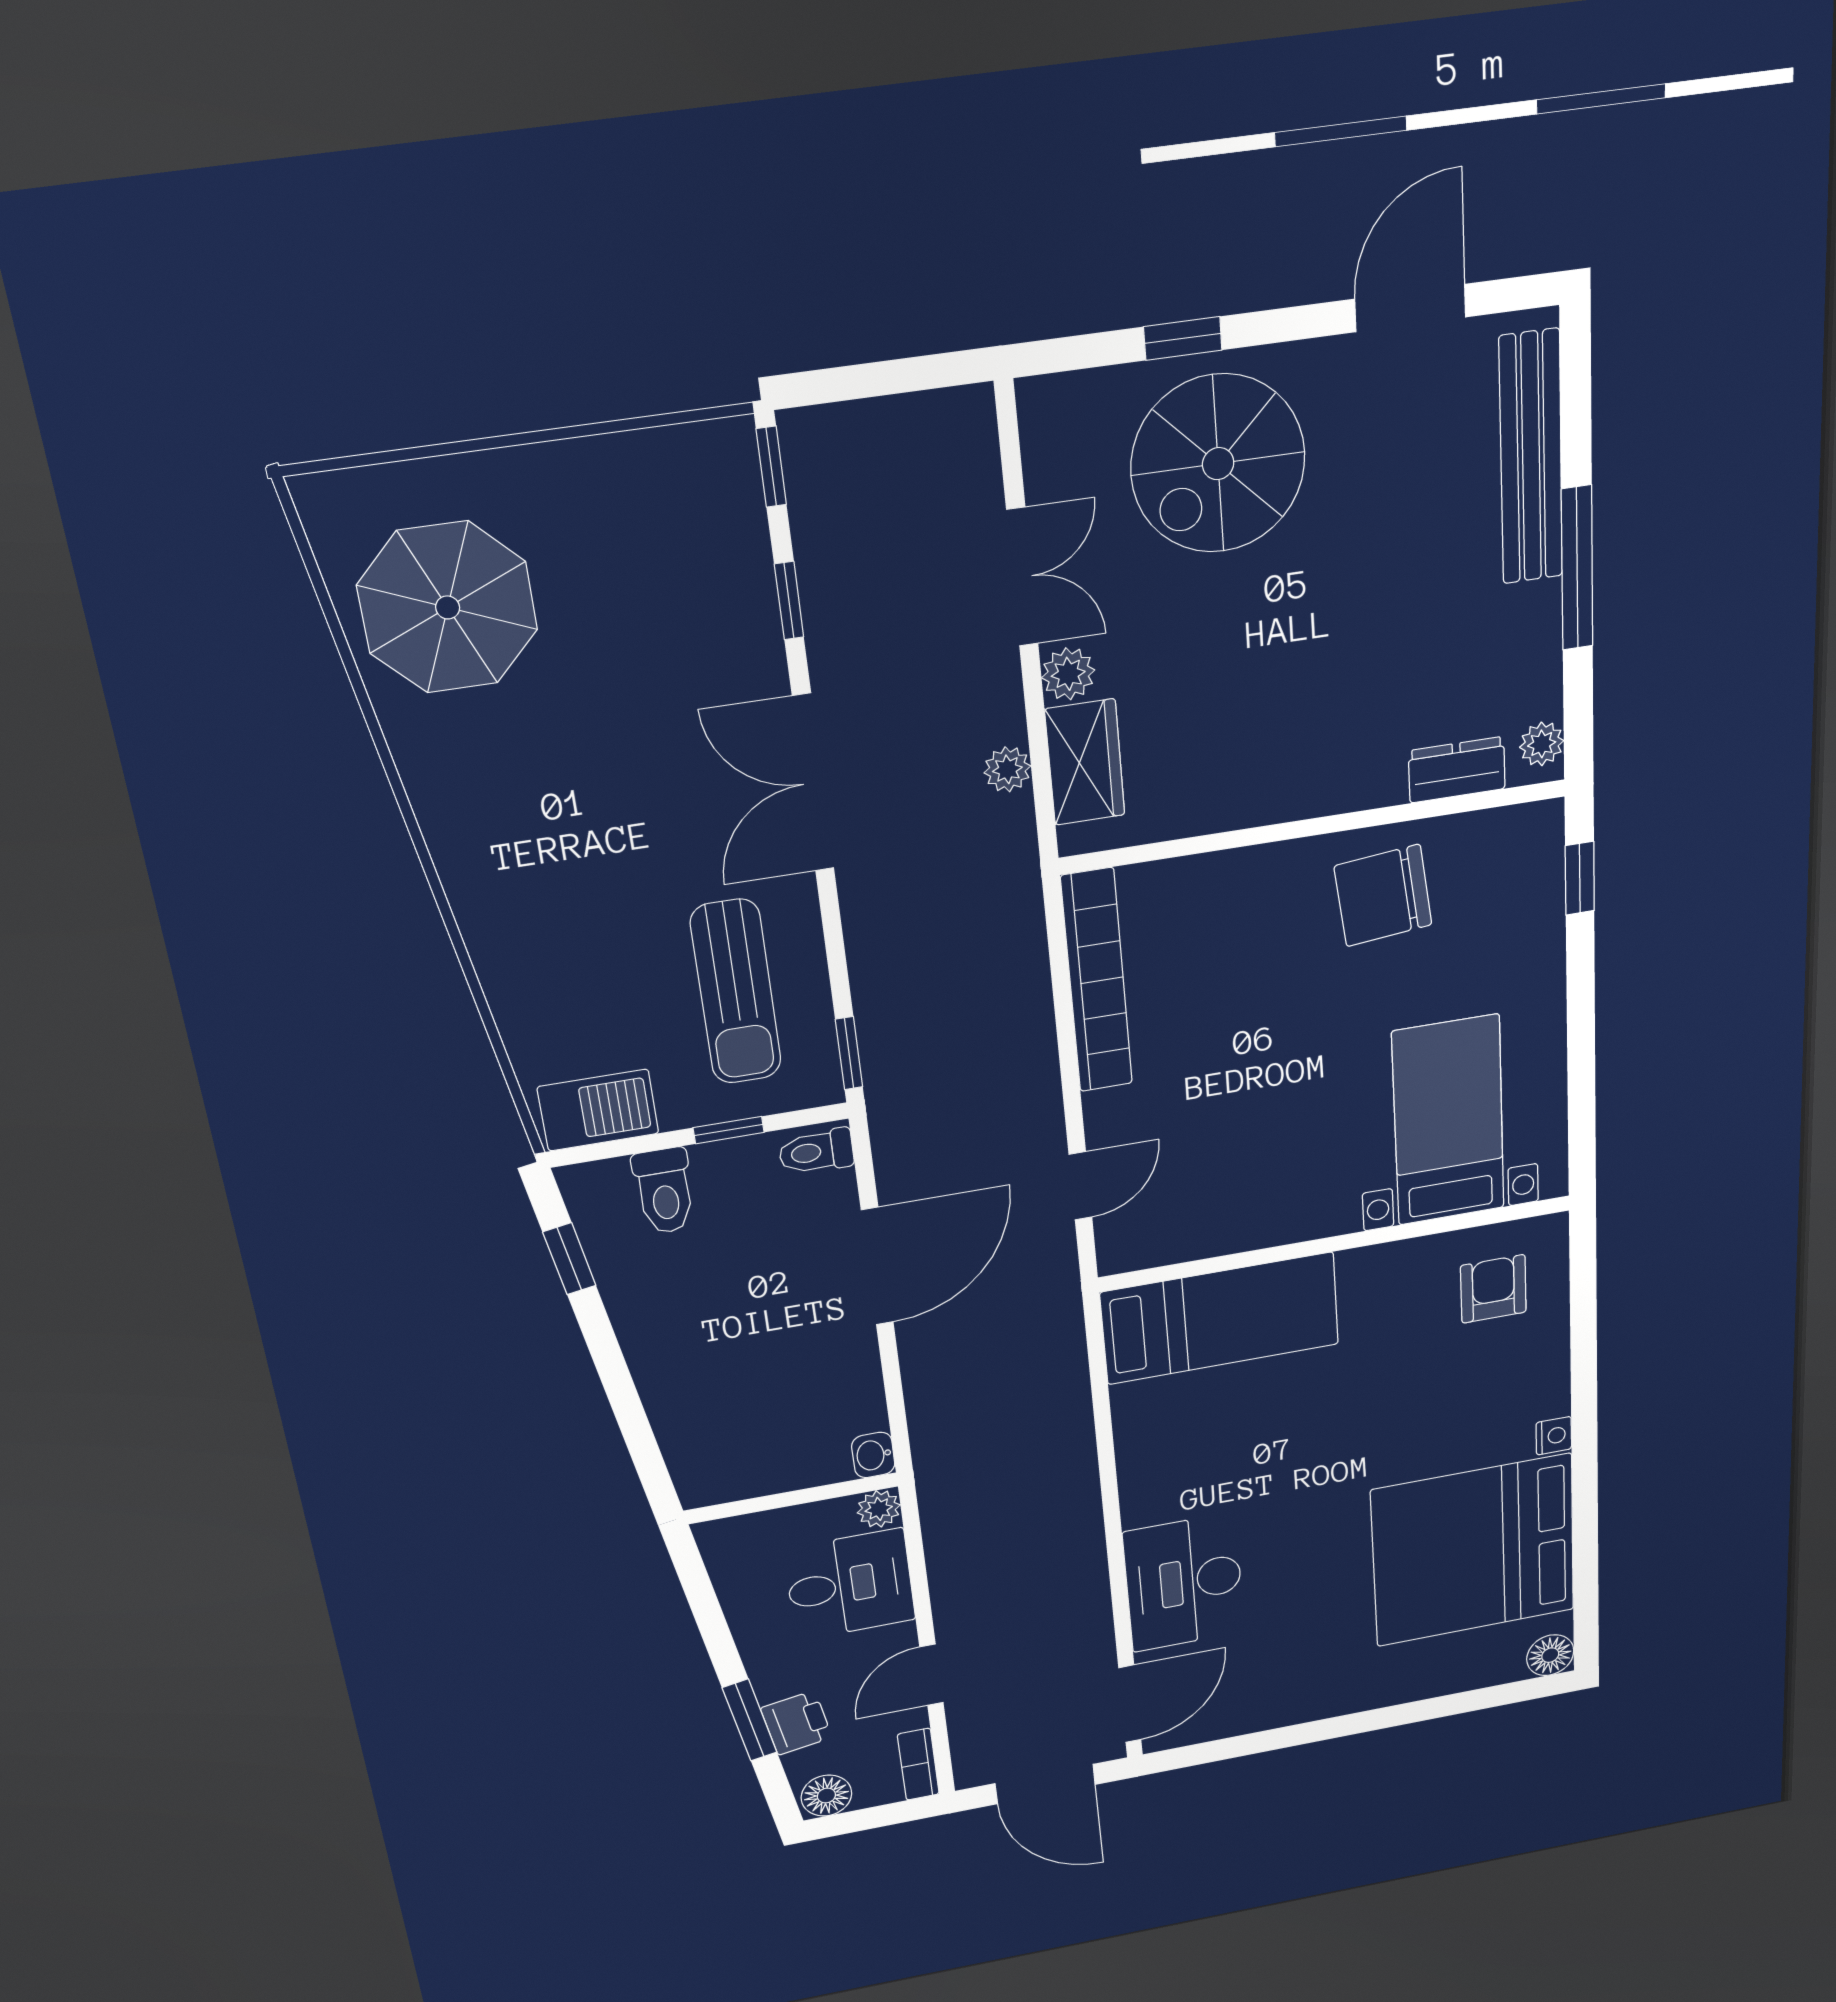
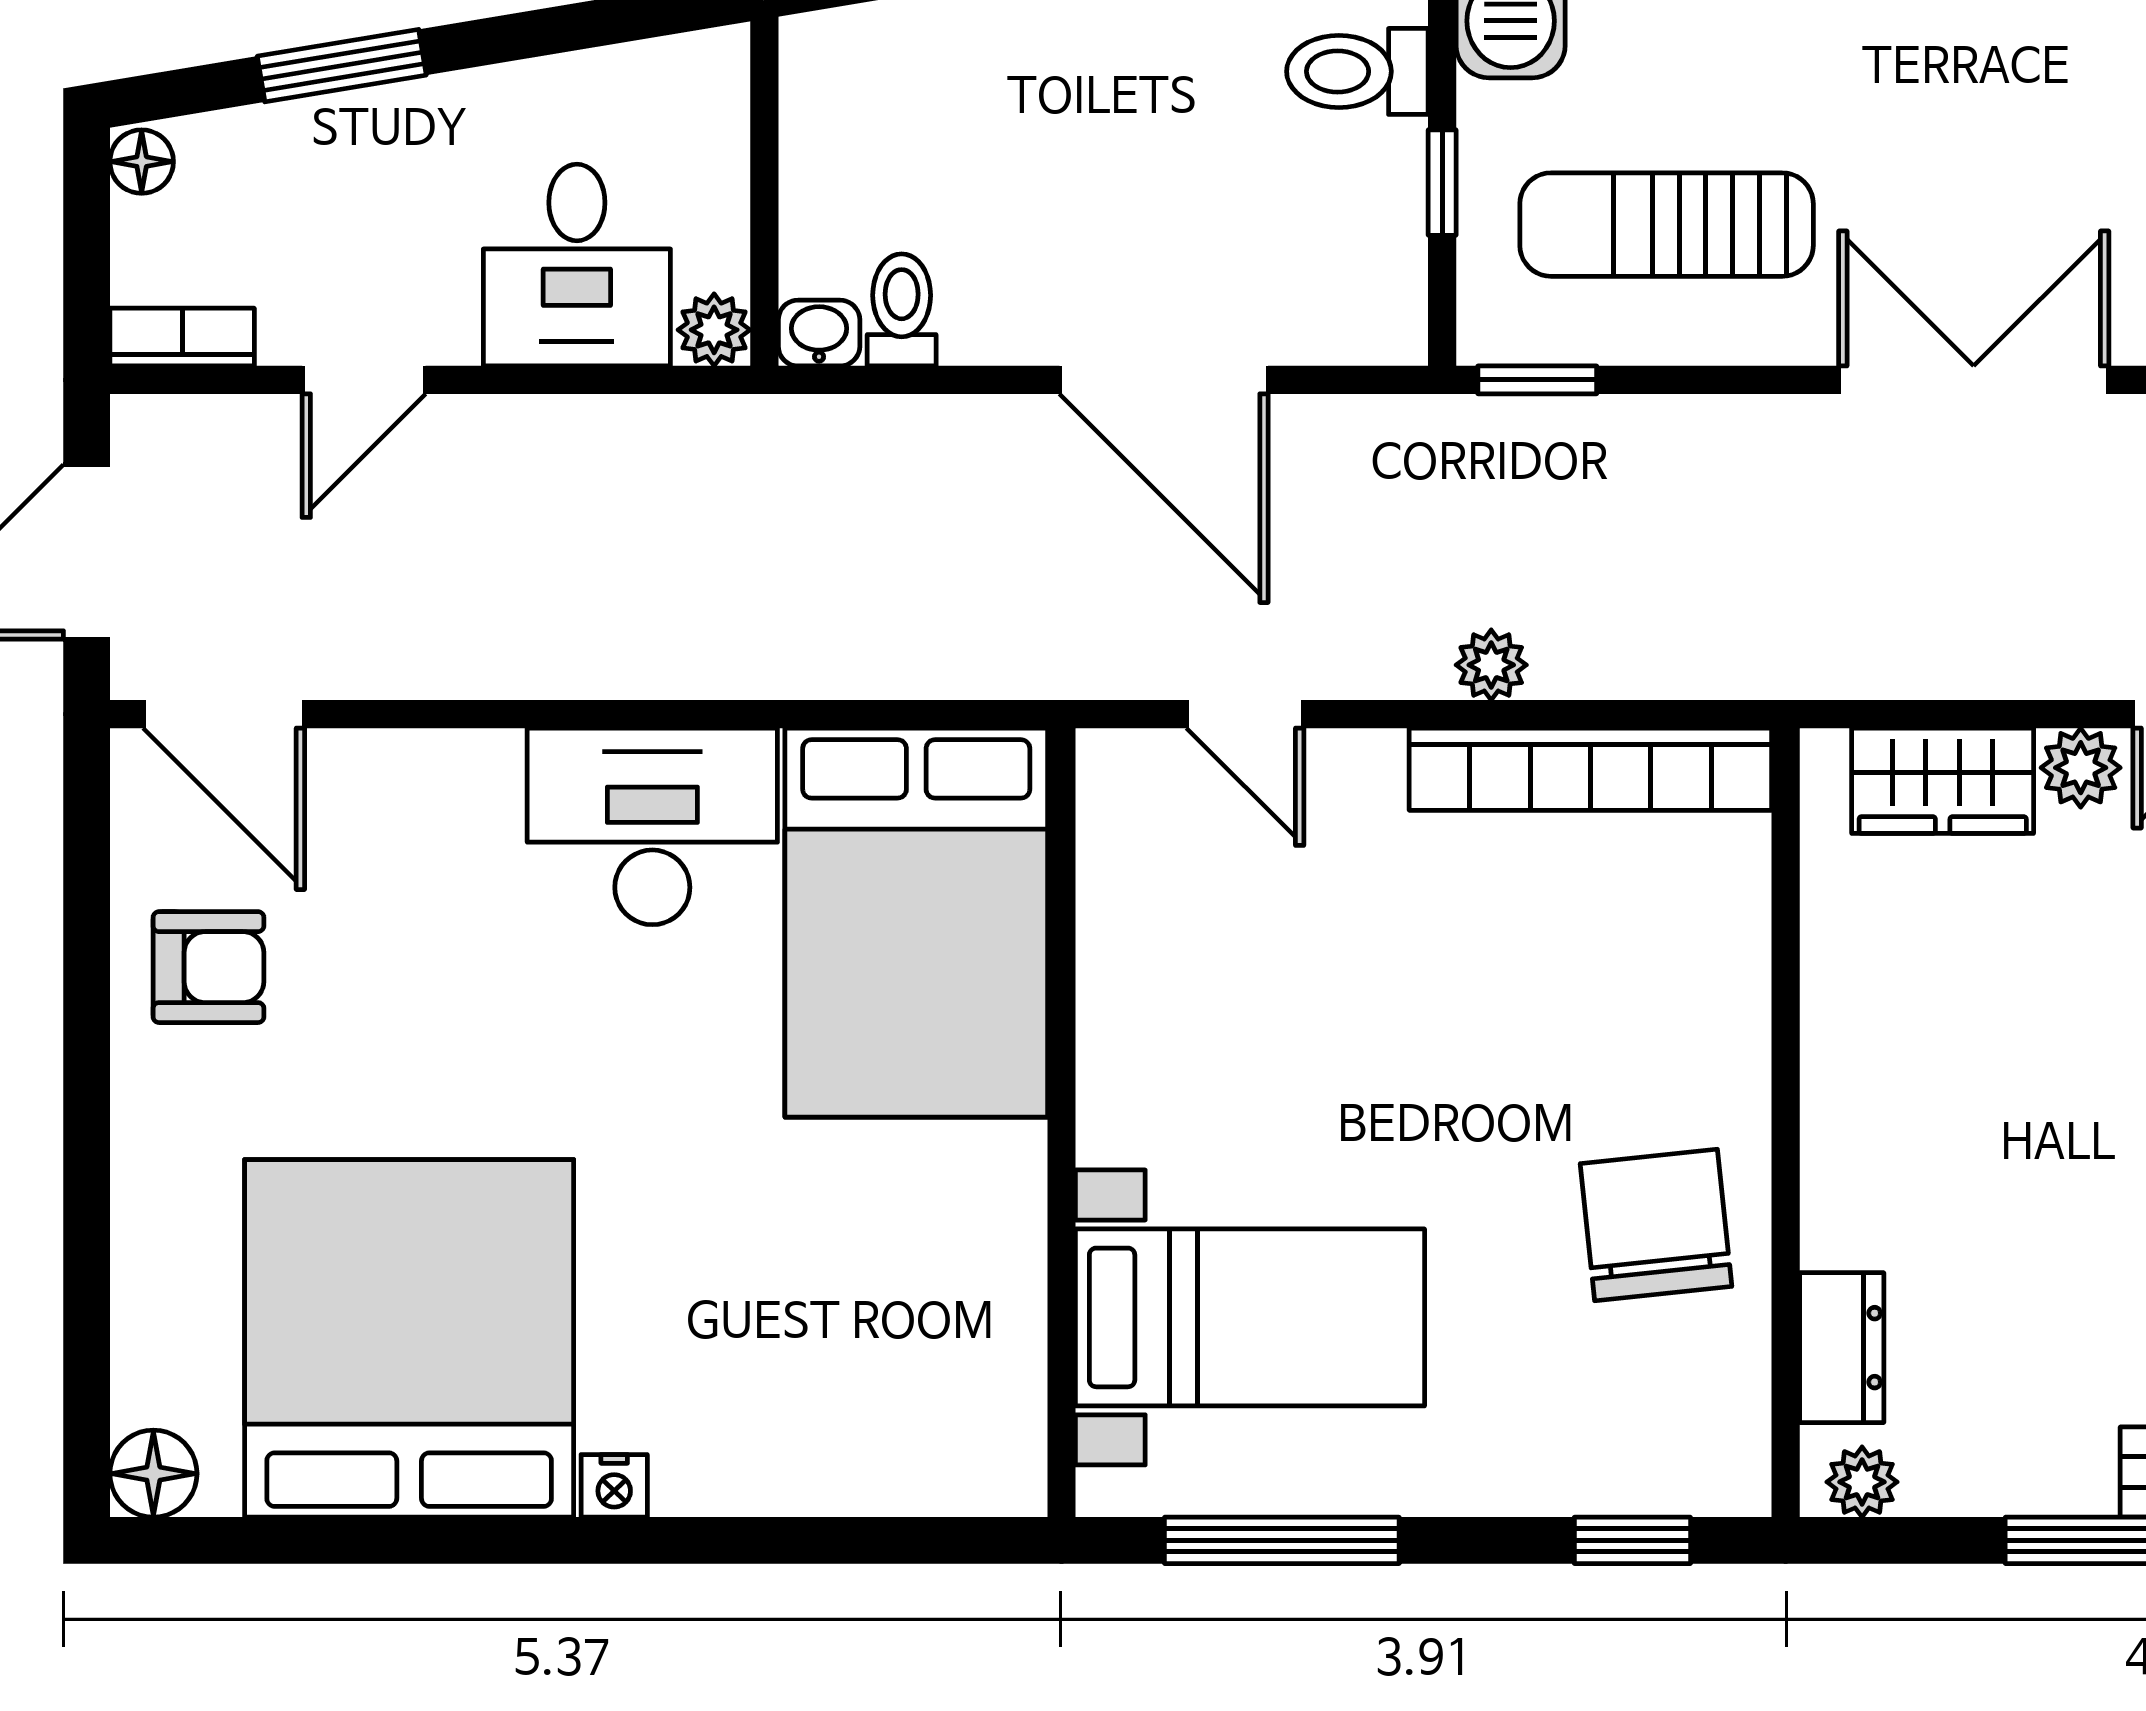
plant: (1007, 769) -> (1491, 665), moved
window: (1581, 1080) -> (1282, 1540), added
toilet: (816, 1152) -> (902, 310), moved
armchair: (1493, 1289) -> (208, 967), moved
bed: (1220, 1318) -> (916, 923), width x1.50
desk: (1184, 1582) -> (652, 826), moved
door: (931, 1675) -> (364, 380), swing flipped
printer: (796, 1723) -> (318, 142), removed
floor lamp: (826, 1796) -> (142, 162), width x0.73, depth x0.73

